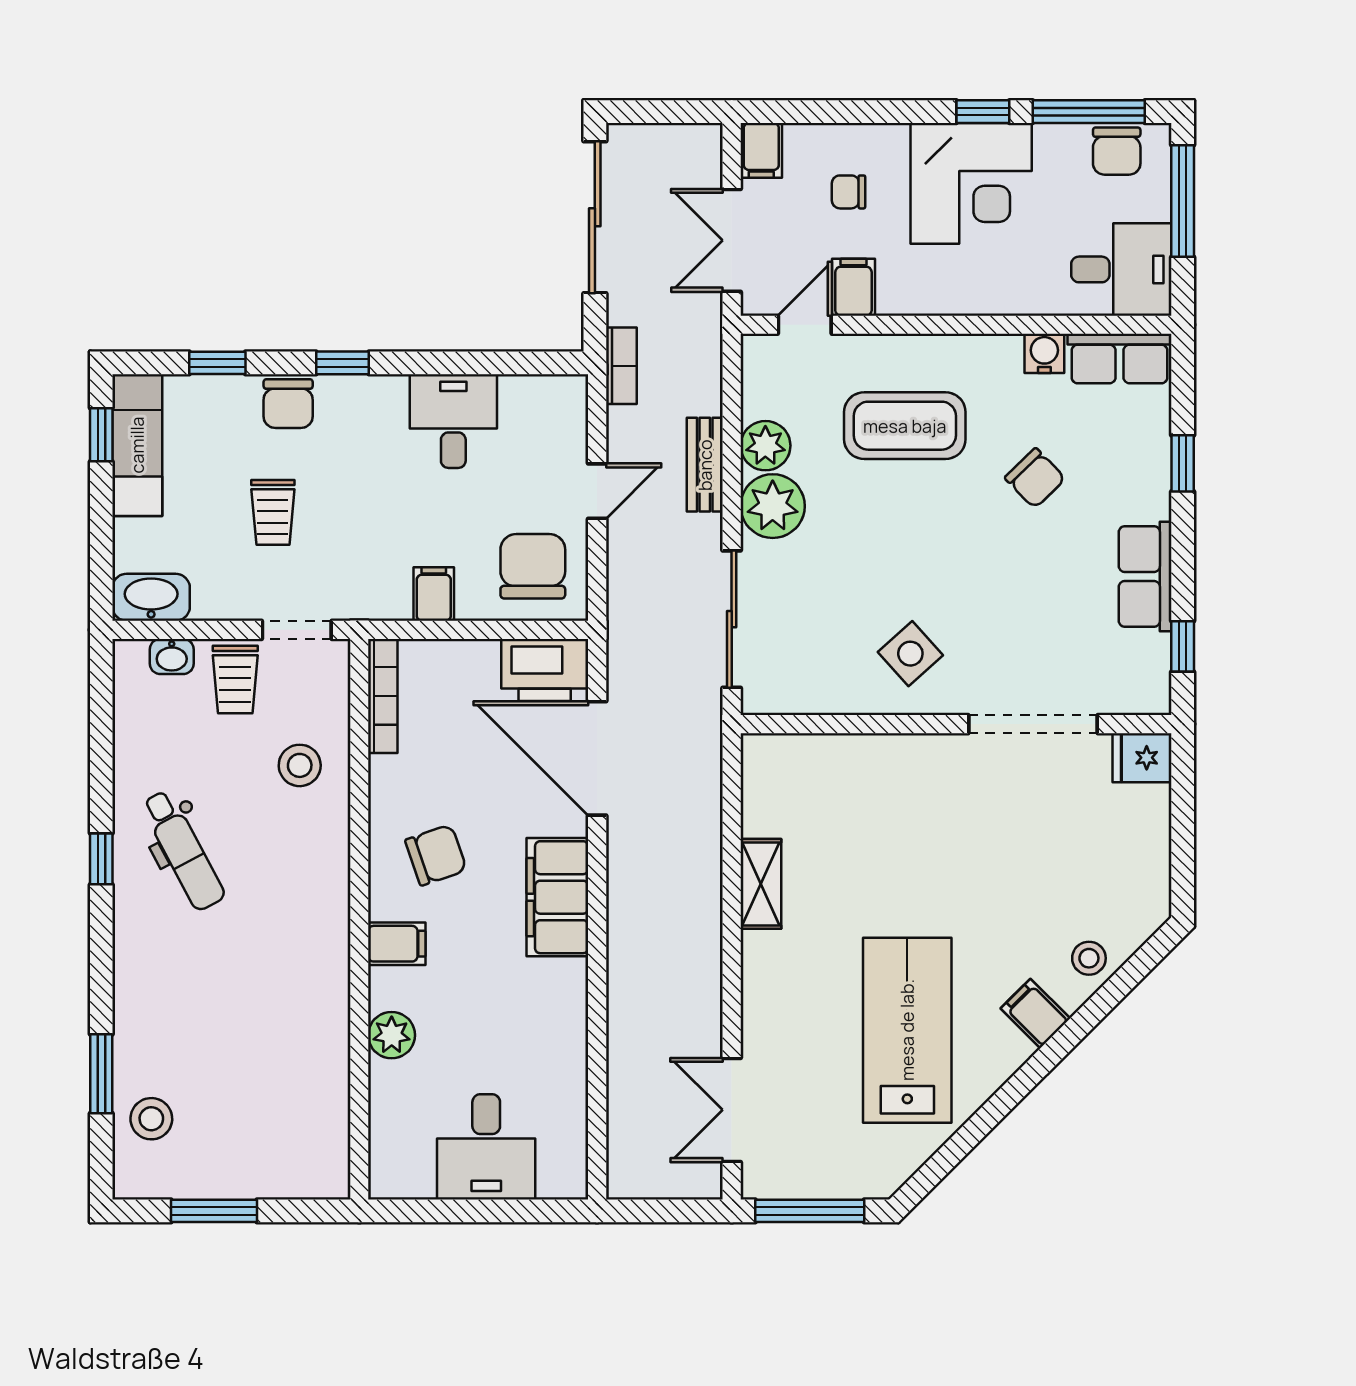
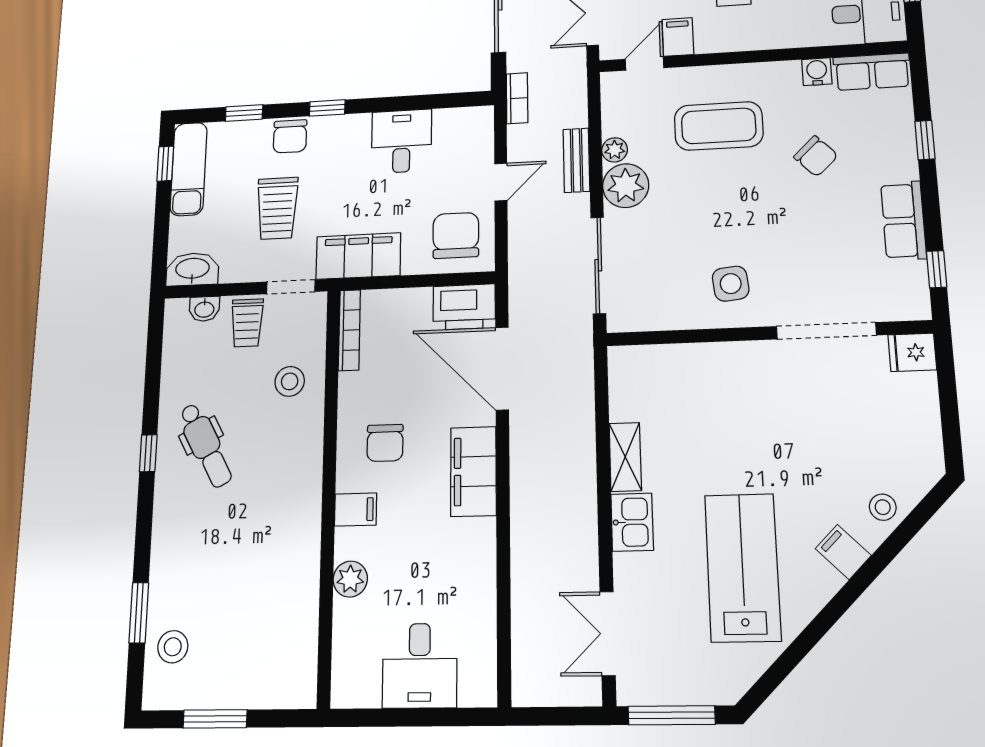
plant: (765, 446) -> (615, 150), width x0.73, depth x0.73
trolley: (273, 512) -> (277, 208), width x1.36, depth x1.39
filing cabinet: (434, 594) -> (358, 256), width x3.00, depth x1.17
side table: (910, 654) -> (731, 284), turned 36
chair: (436, 855) -> (385, 443), turned 109
kitchen sink: (767, 969) -> (632, 522), added

